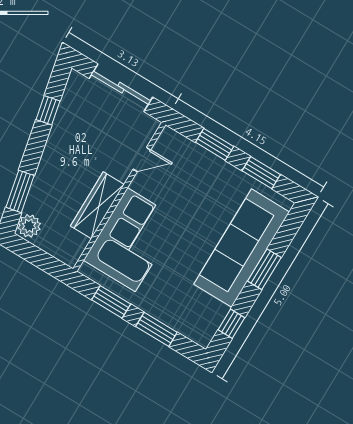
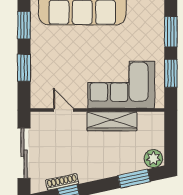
shoe rack: (64, 110) -> (62, 182), added

